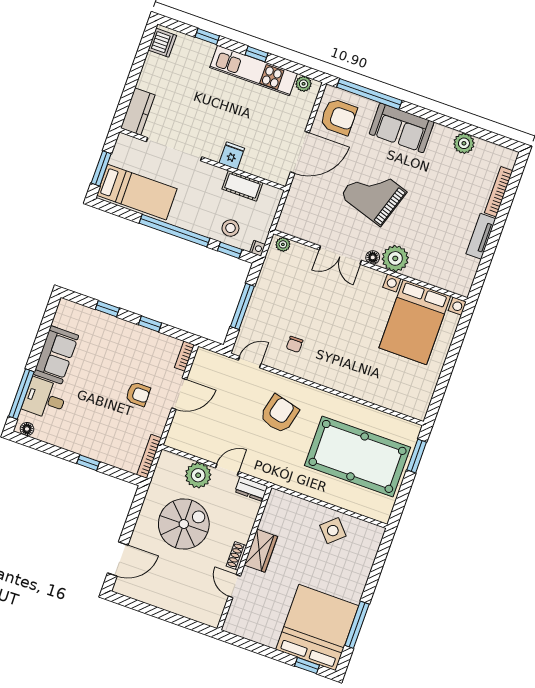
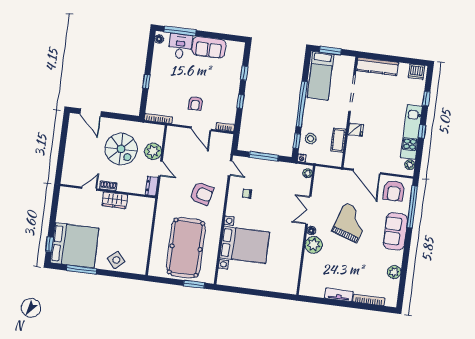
kitchen counter: (138, 111) -> (377, 66), width x1.50
bed with nightstands: (415, 322) -> (245, 245), moved, turned 180
side table: (333, 531) -> (116, 260), moved

